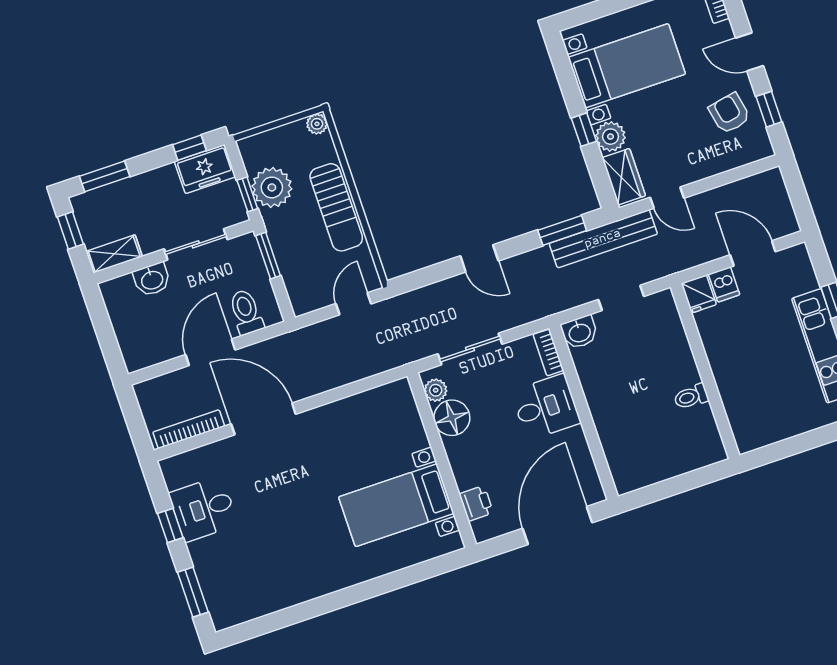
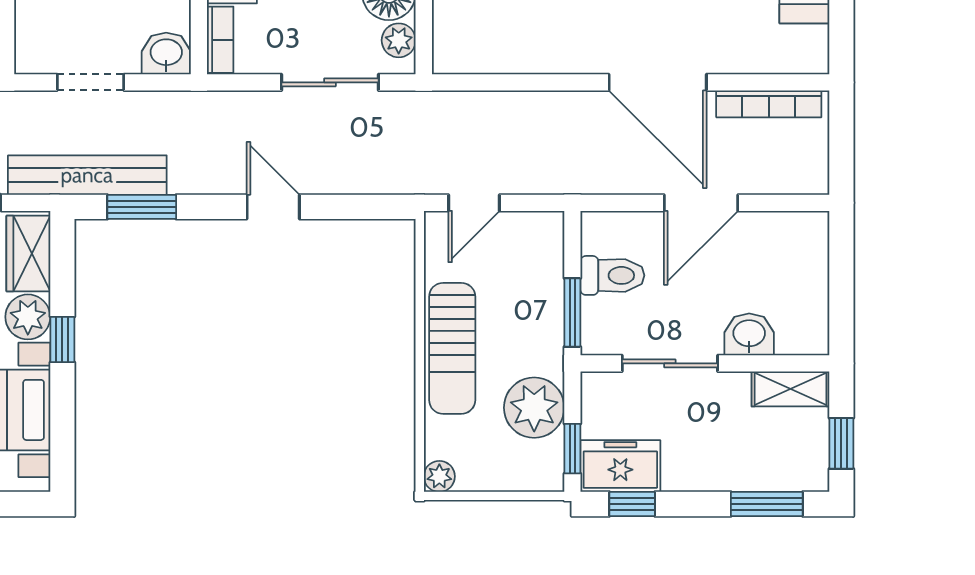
window: (247, 194) -> (572, 449), moved
sun lounger: (336, 207) -> (452, 348), turned 180
toilet: (246, 312) -> (612, 275), moved, turned -90

